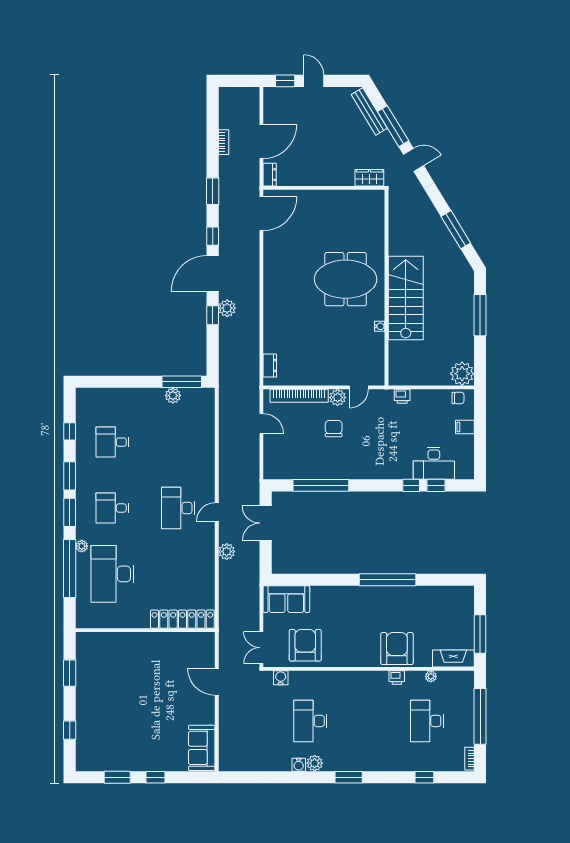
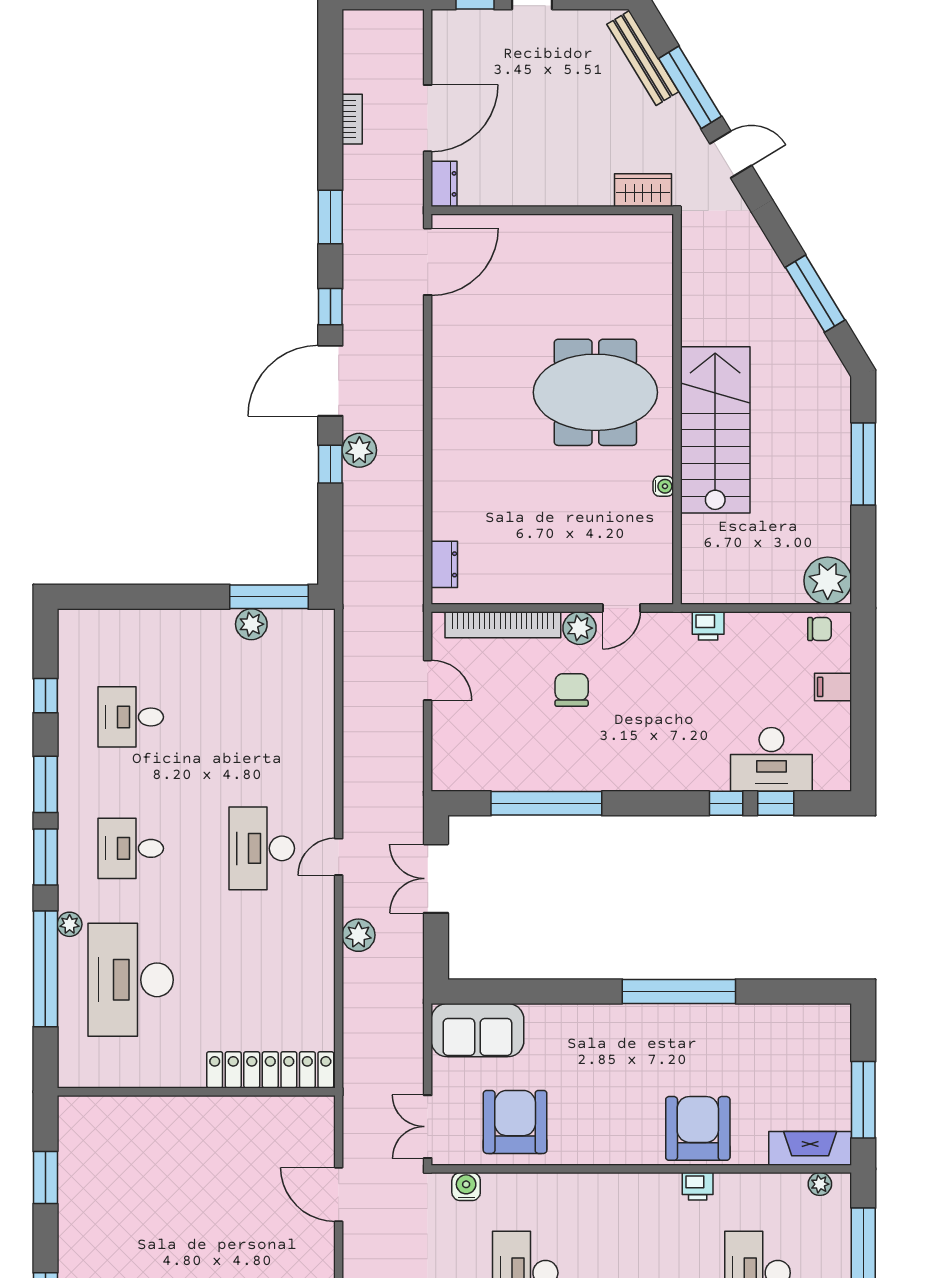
plant: (431, 676) -> (820, 1184), moved

